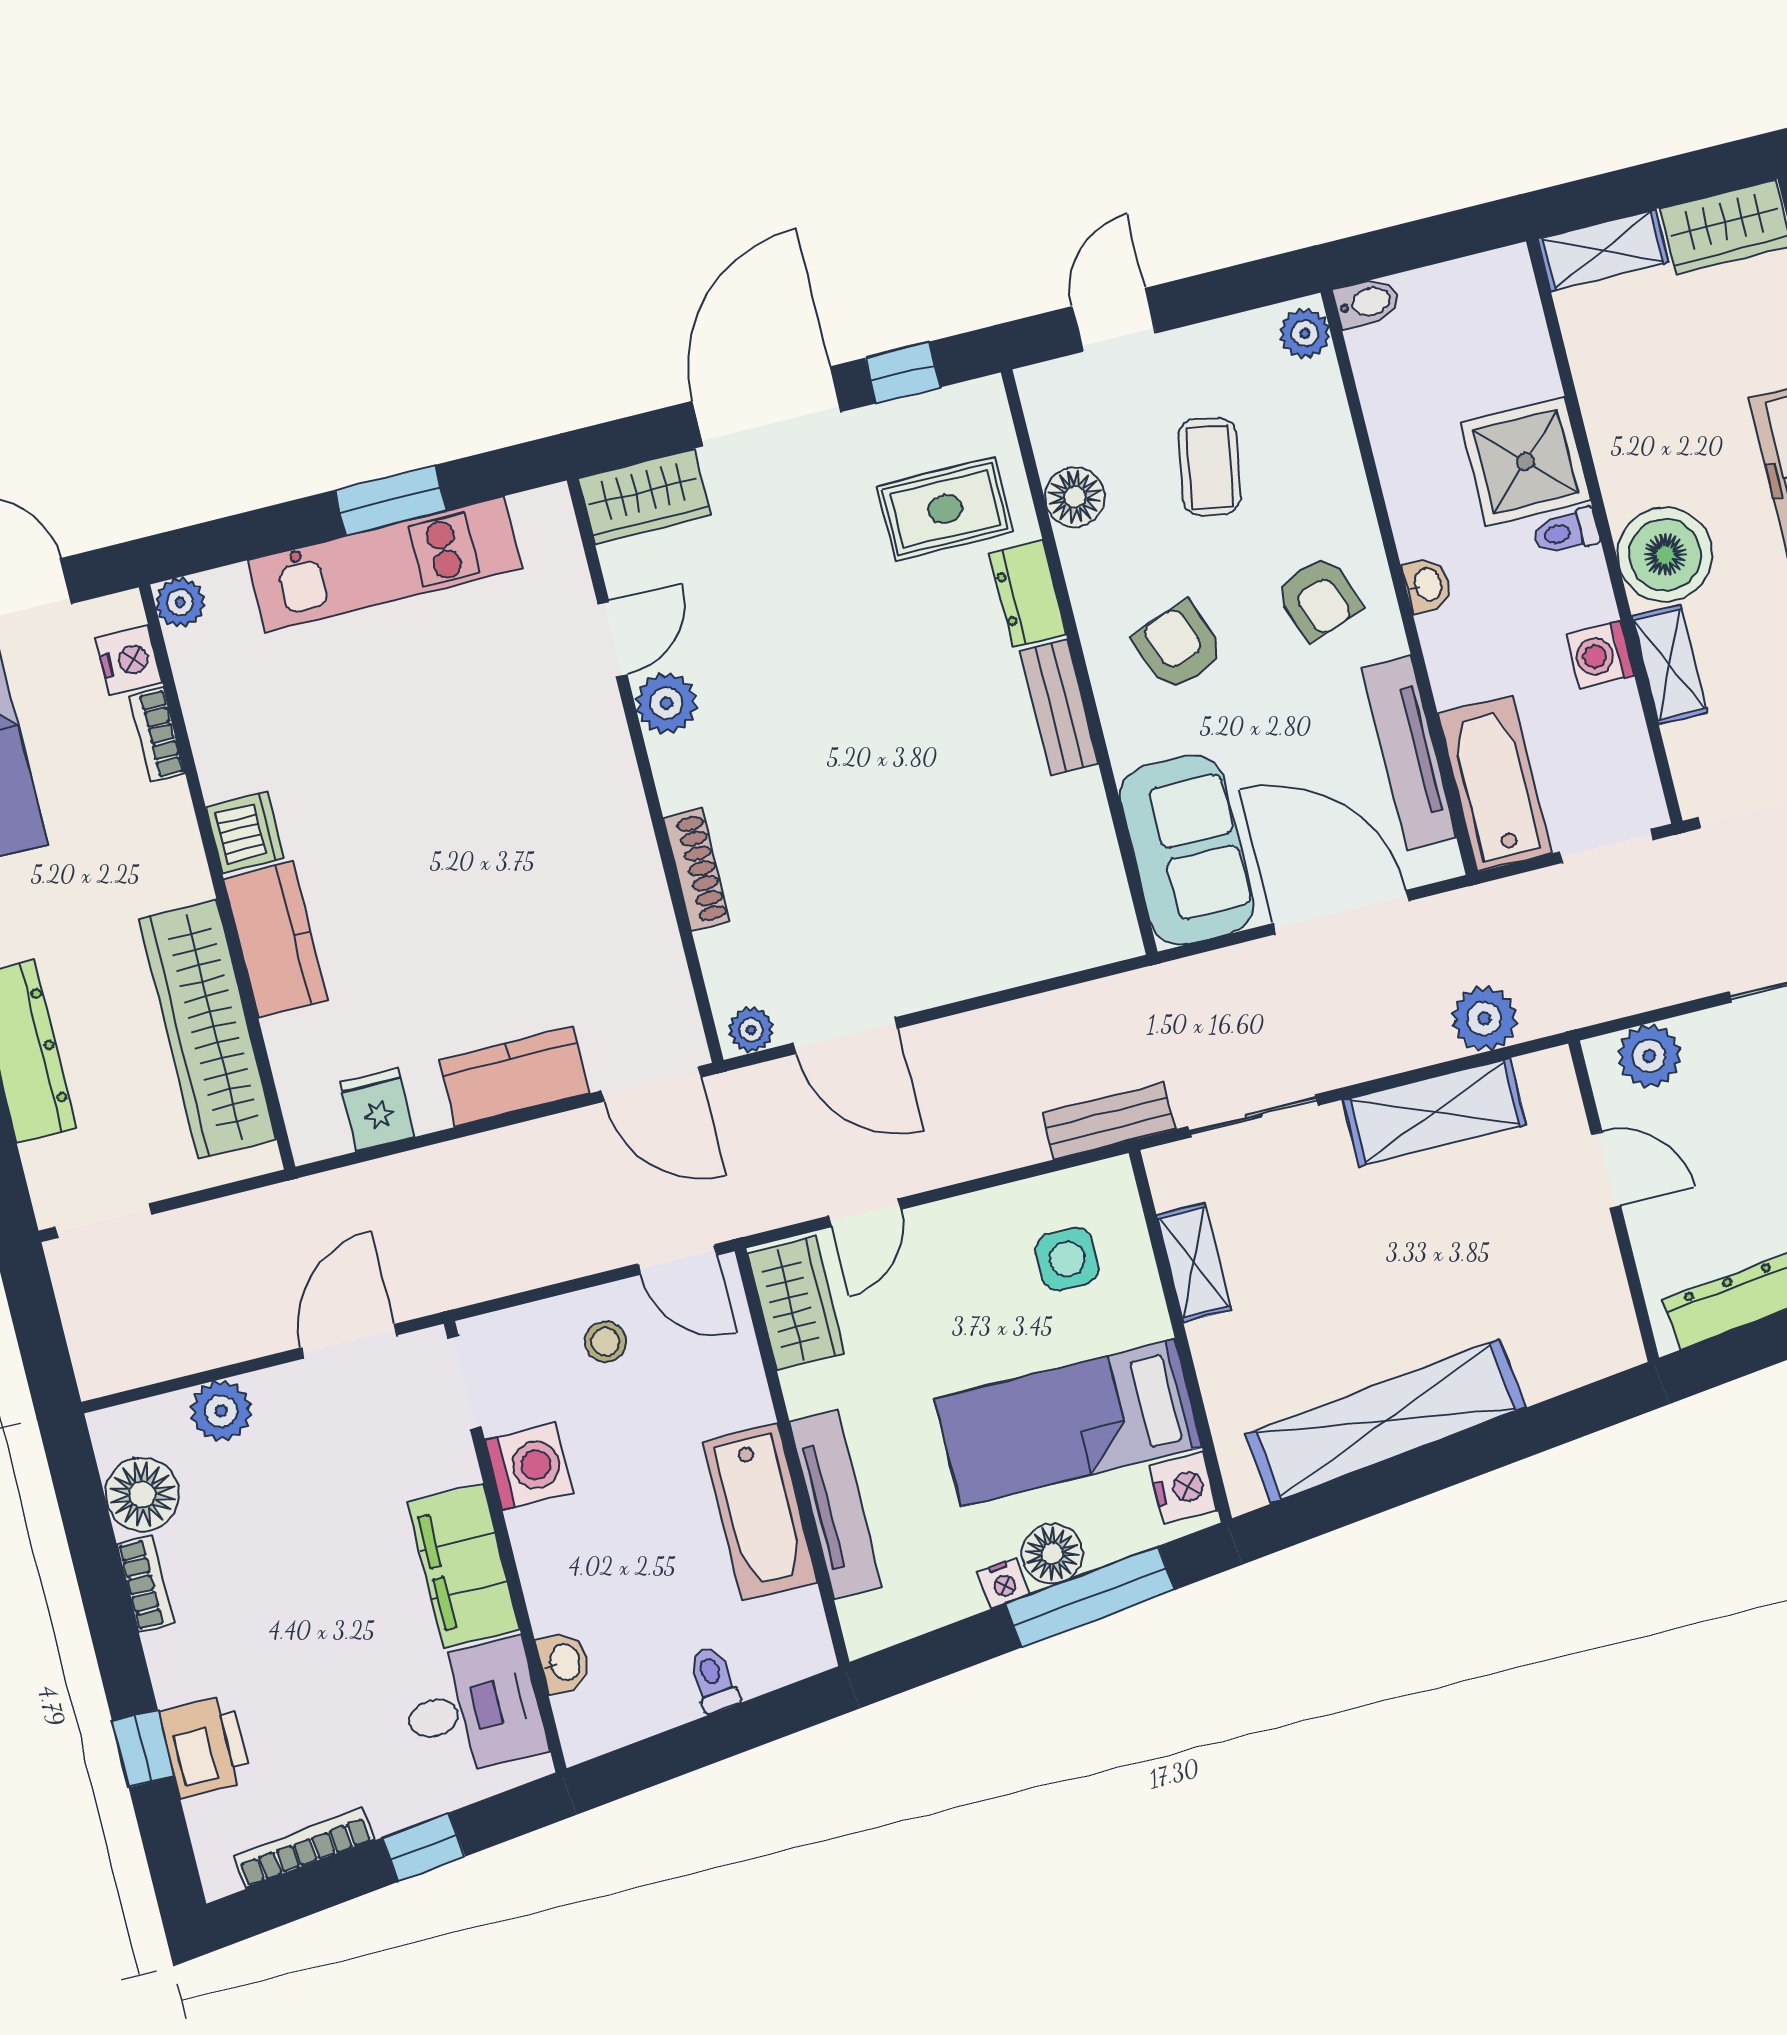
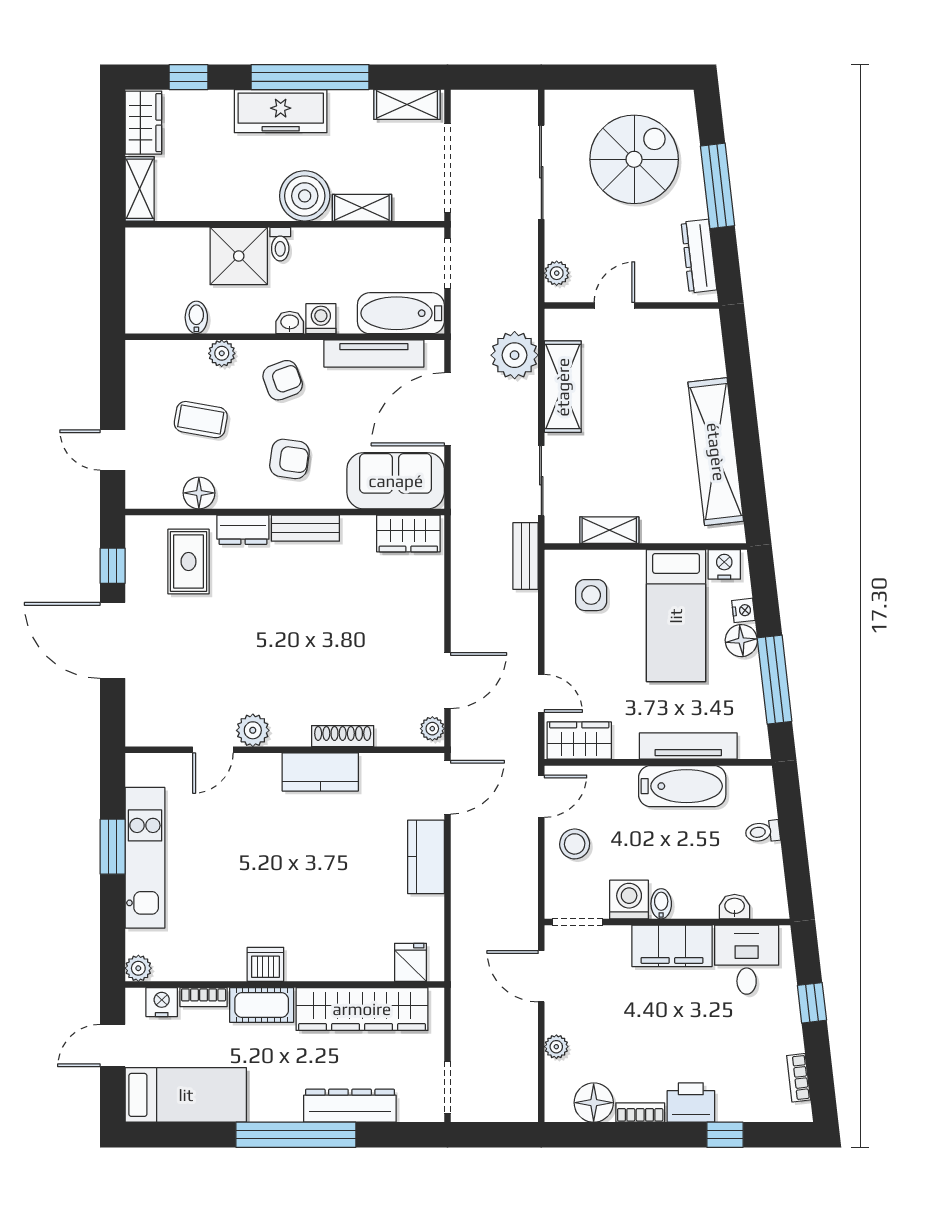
bidet: (1367, 303) -> (196, 317), moved
plant: (1305, 333) -> (222, 353), moved
wardrobe: (645, 497) -> (408, 534), moved, turned 90
door: (613, 639) -> (213, 750), swing flipped
armchair: (1178, 646) -> (289, 459), turned -152
washing machine: (1600, 655) -> (321, 319), moved, turned 180
cot: (169, 844) -> (262, 1005), added
kitchen counter: (275, 939) -> (320, 772), moved, turned 180
plant: (1484, 1019) -> (515, 355), width x1.36, depth x1.36
plant: (1649, 1056) -> (557, 273), width x0.73, depth x0.73
fridge: (377, 1109) -> (411, 962), moved, turned 90
stool: (605, 1342) -> (575, 844), width x1.37, depth x1.37
plant: (221, 1411) -> (556, 1047), width x0.73, depth x0.73
bidet: (536, 1527) -> (661, 904), added
nightstand: (1004, 1583) -> (743, 610), moved
window: (1090, 1597) -> (775, 680), moved
printer: (205, 1746) -> (691, 1103), moved
bookcase: (304, 1848) -> (799, 1078), width x0.64

